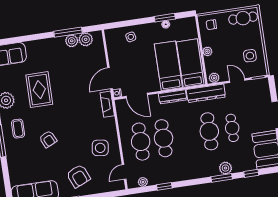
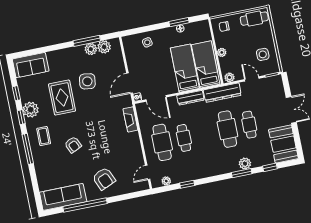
fireplace: (107, 104) -> (130, 119), moved
cafe table: (164, 138) -> (184, 138), width x0.73, depth x0.74
side table: (100, 148) -> (87, 81), moved

